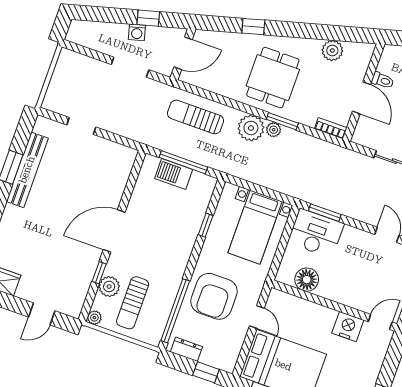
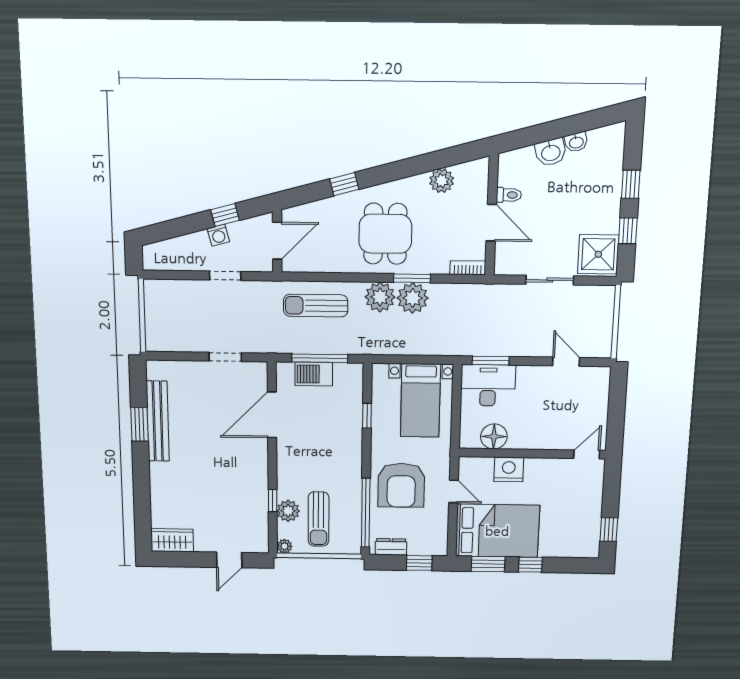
doorway: (130, 67) -> (225, 276), width x0.73
doorway: (81, 126) -> (225, 357), moved
plant: (274, 130) -> (413, 298), width x1.88, depth x1.88
door: (114, 231) -> (272, 415), moved
nightstand: (348, 327) -> (509, 469), moved

